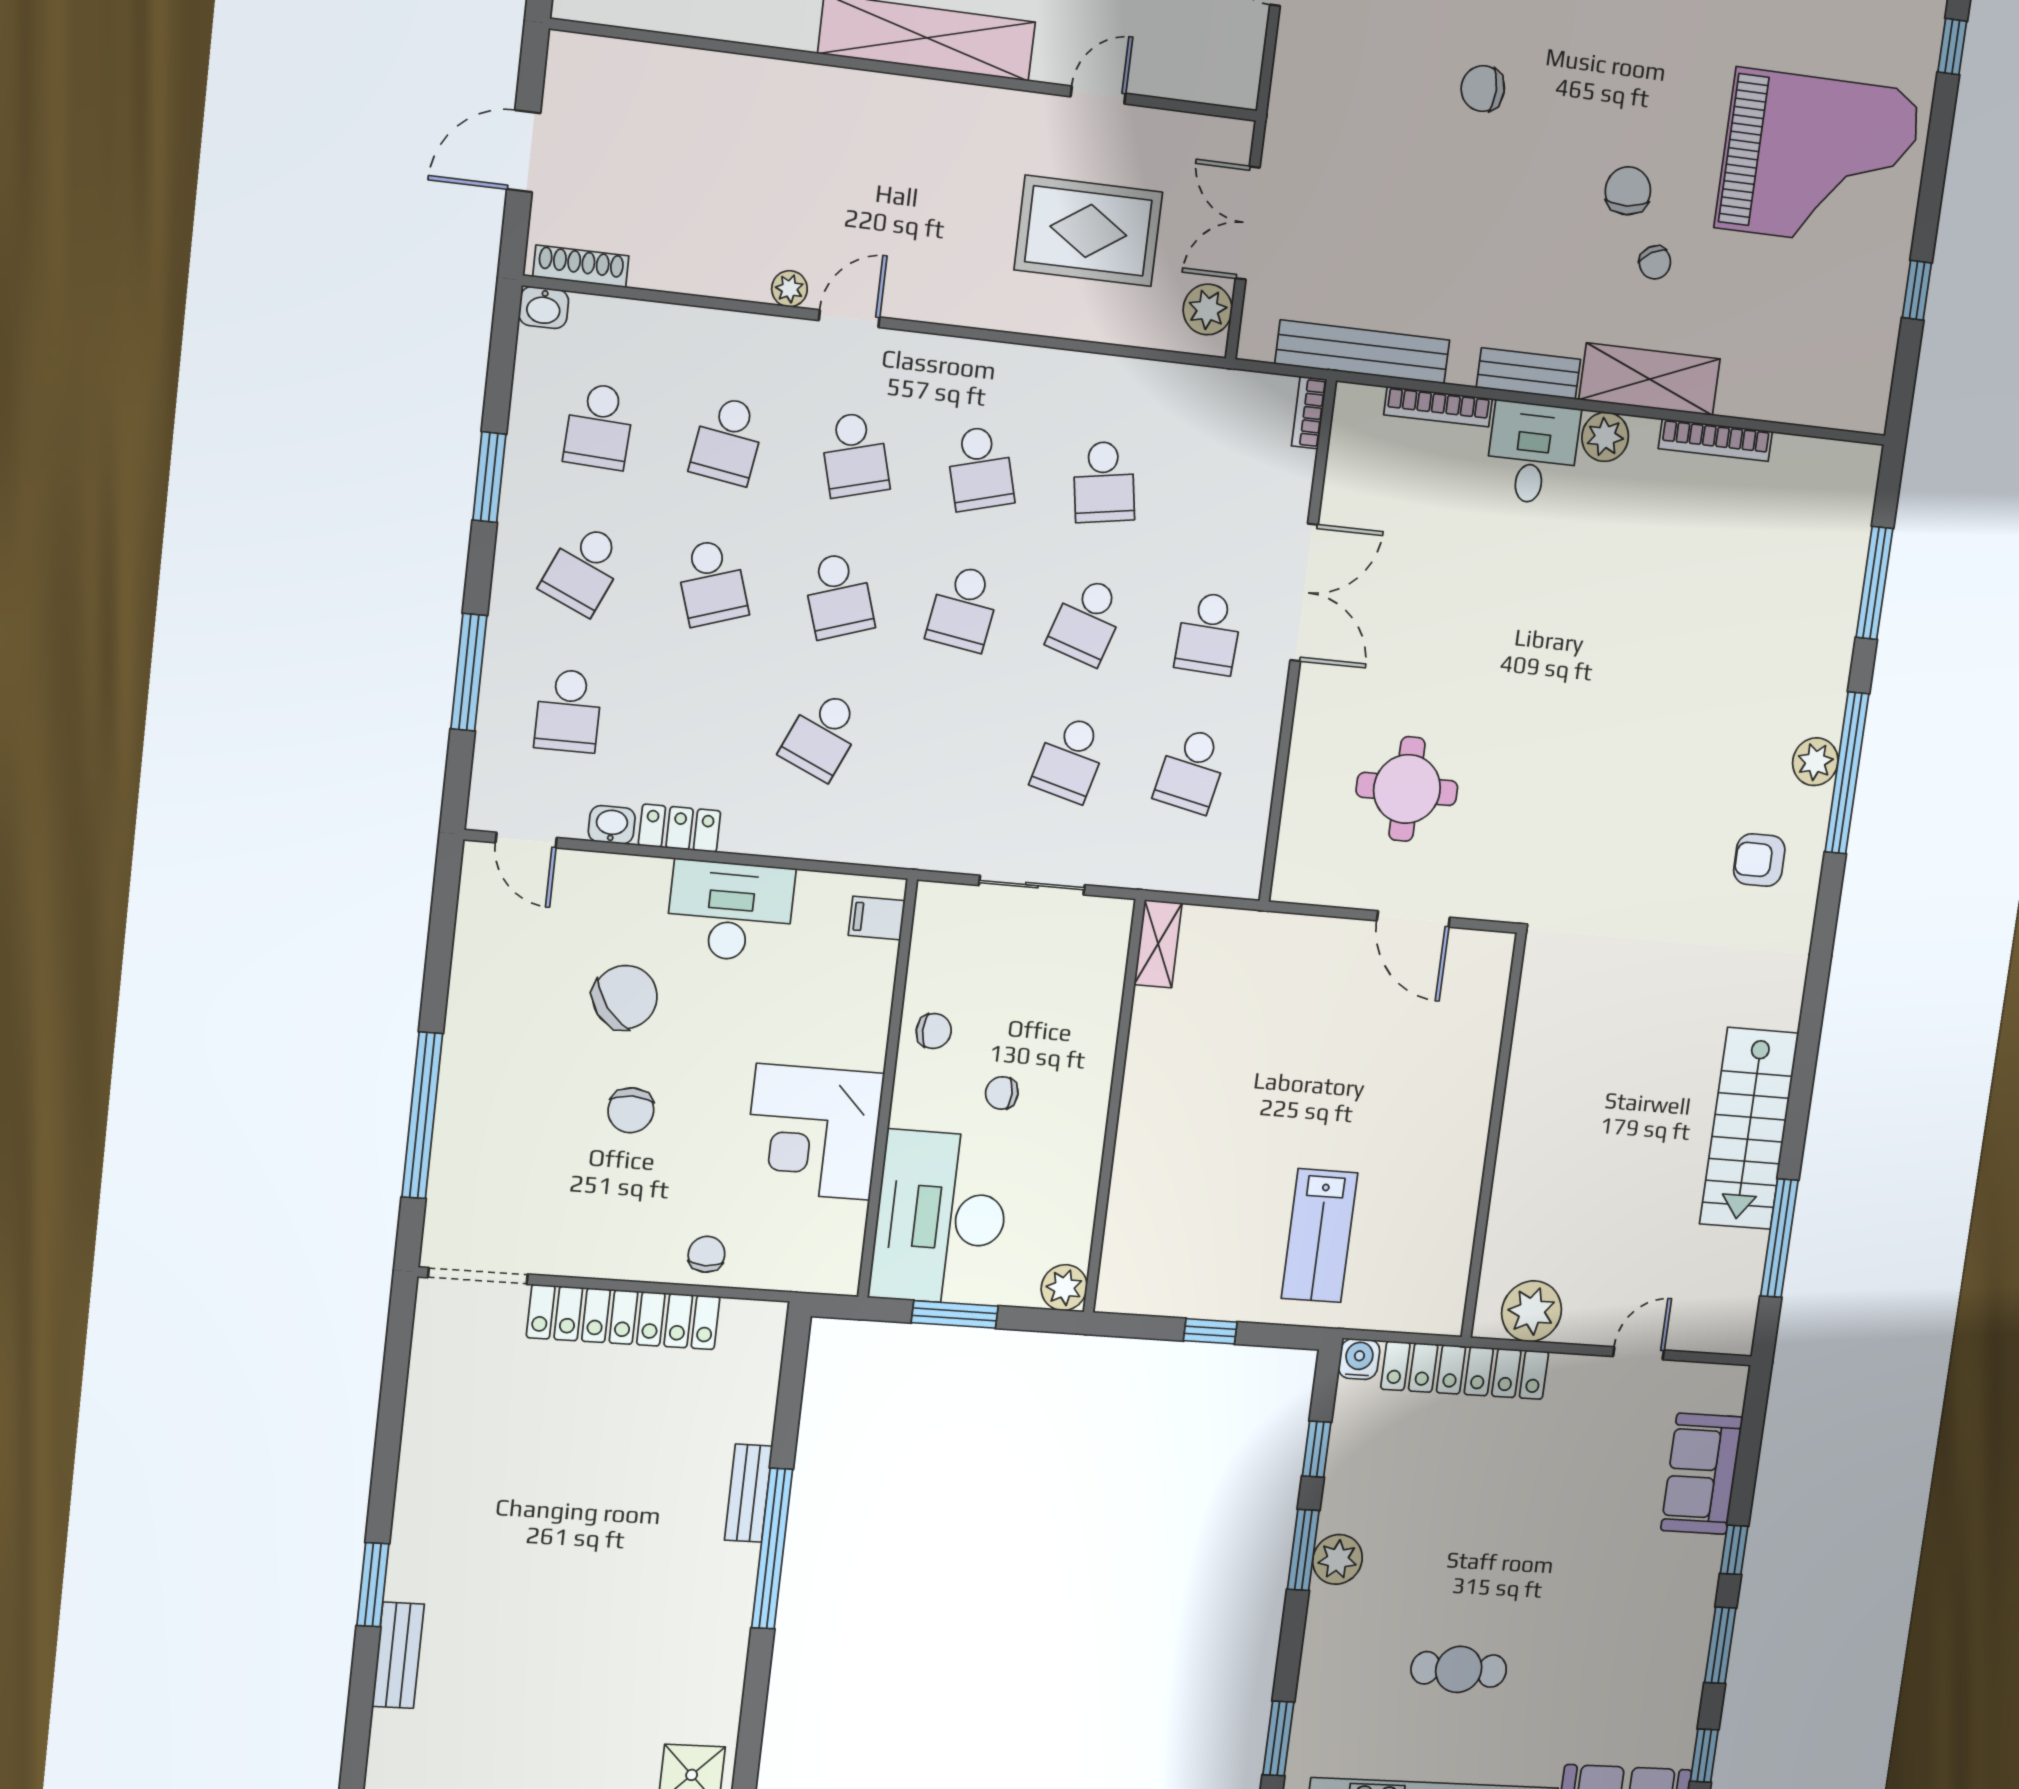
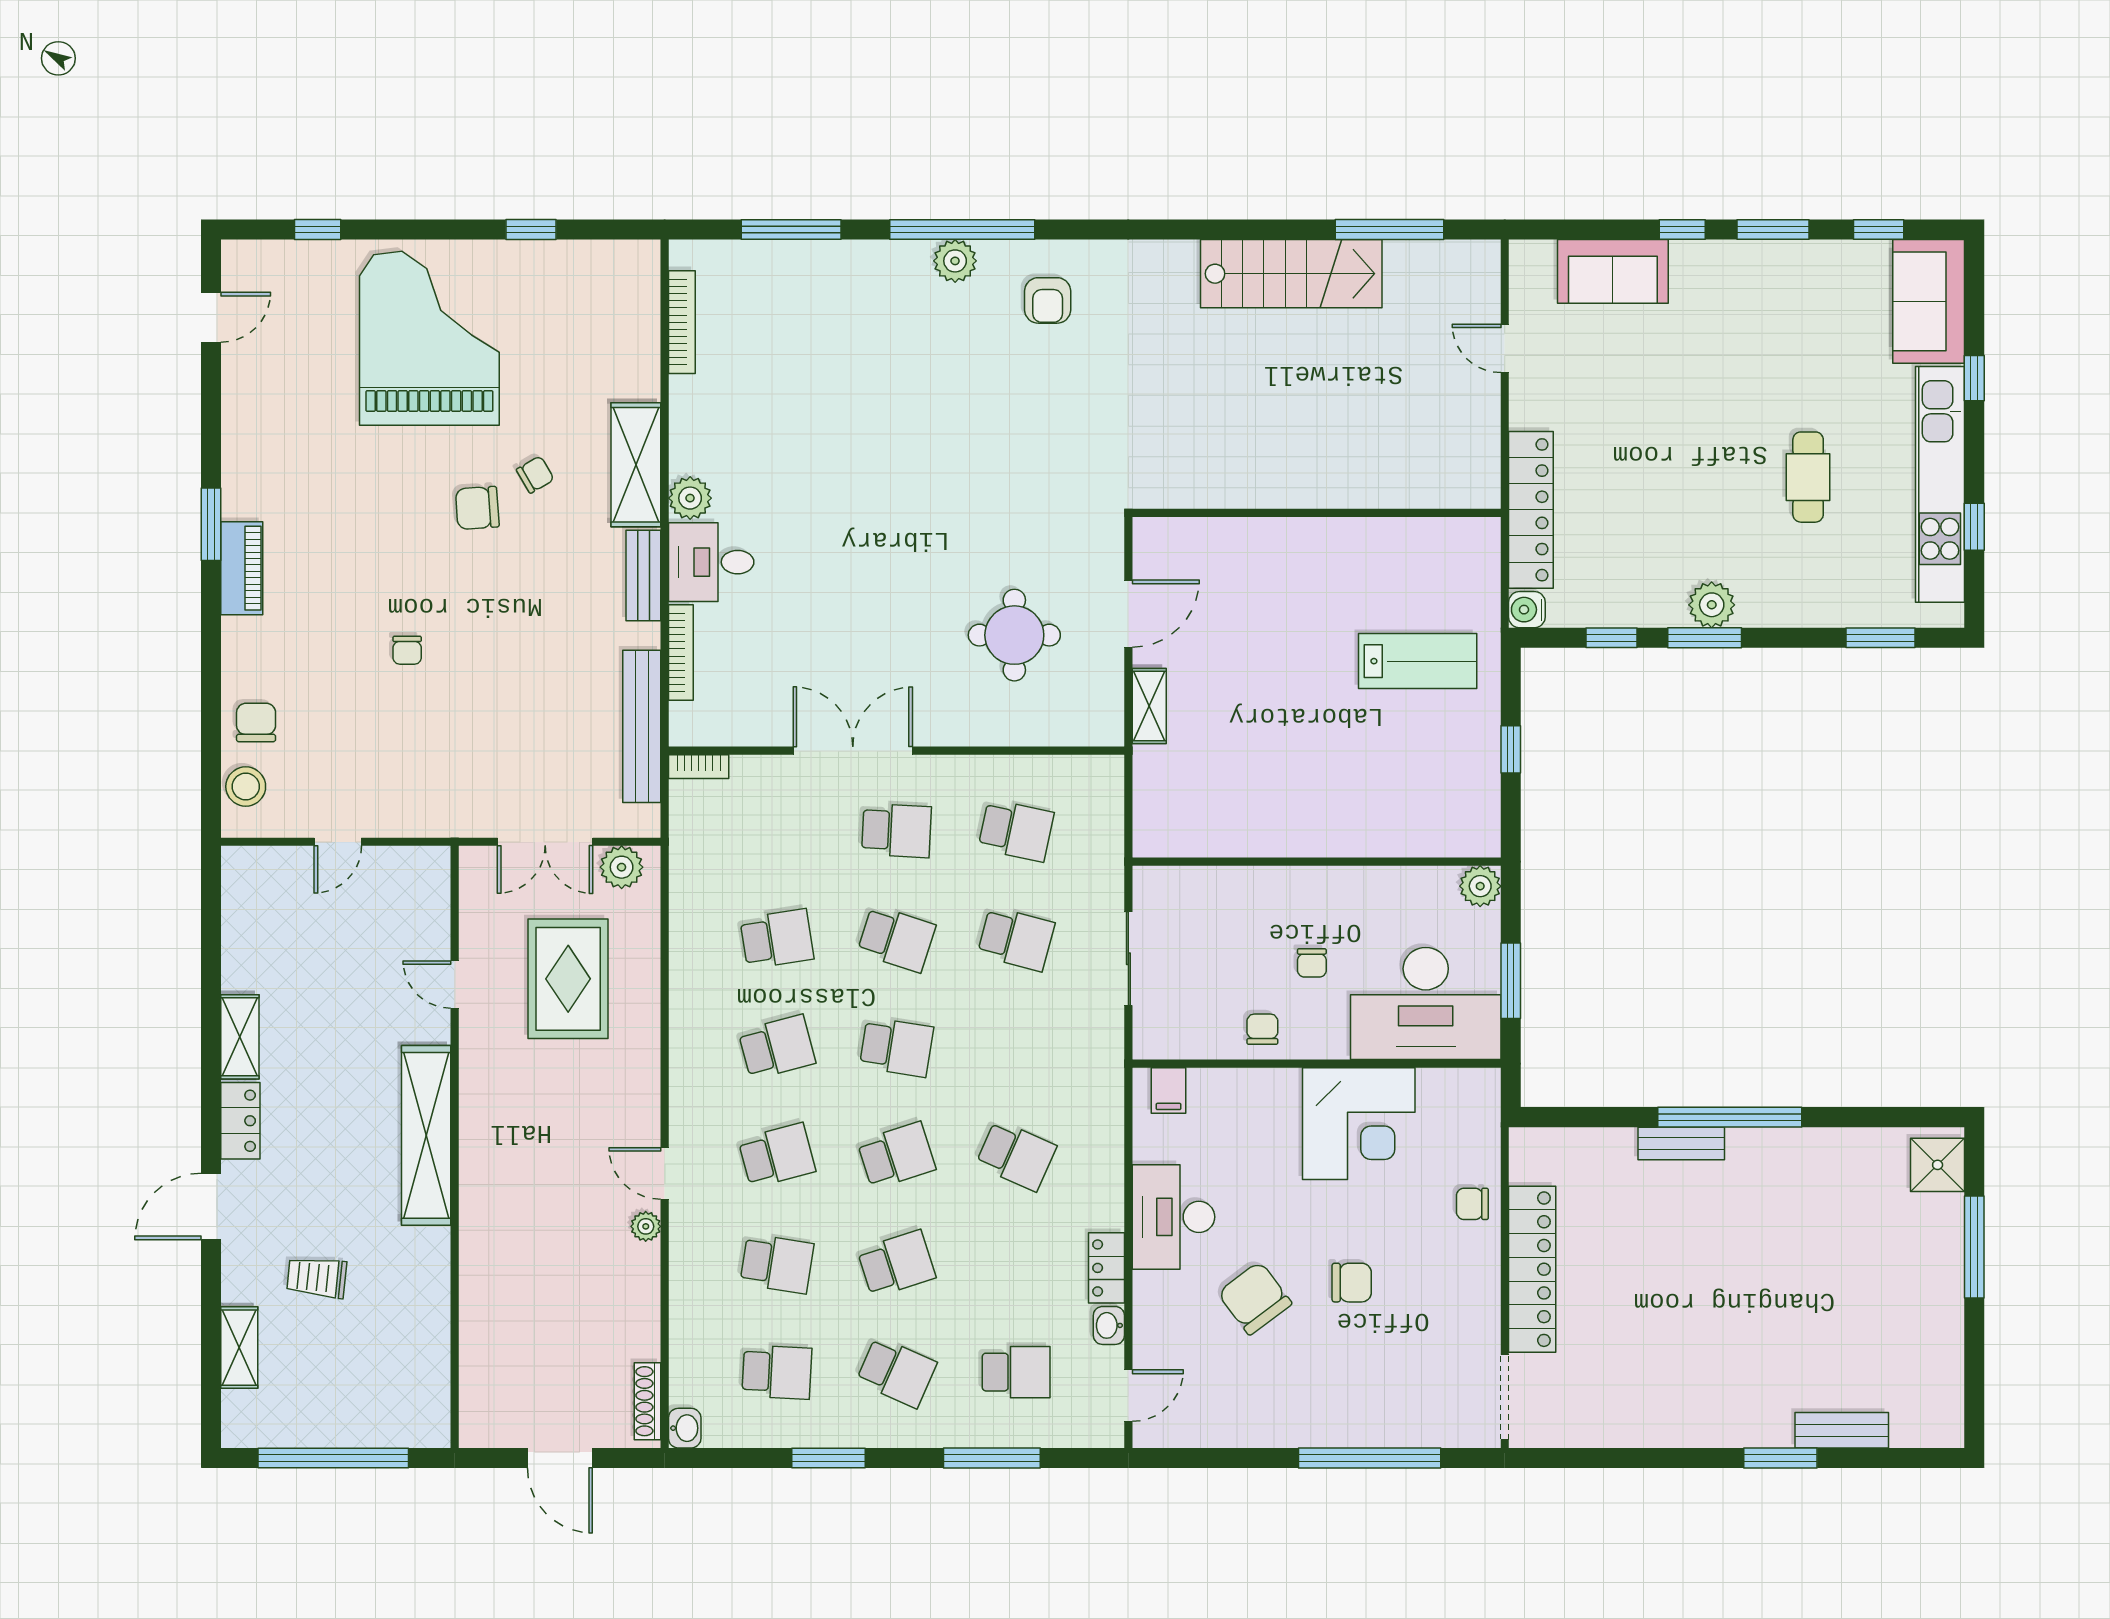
chair: (1483, 89) -> (407, 650), width x0.73, depth x0.73
bookcase: (1715, 440) -> (682, 322), moved
shelving: (1158, 944) -> (1149, 706), moved, turned 90
plant: (1532, 1311) -> (1473, 455), removed

